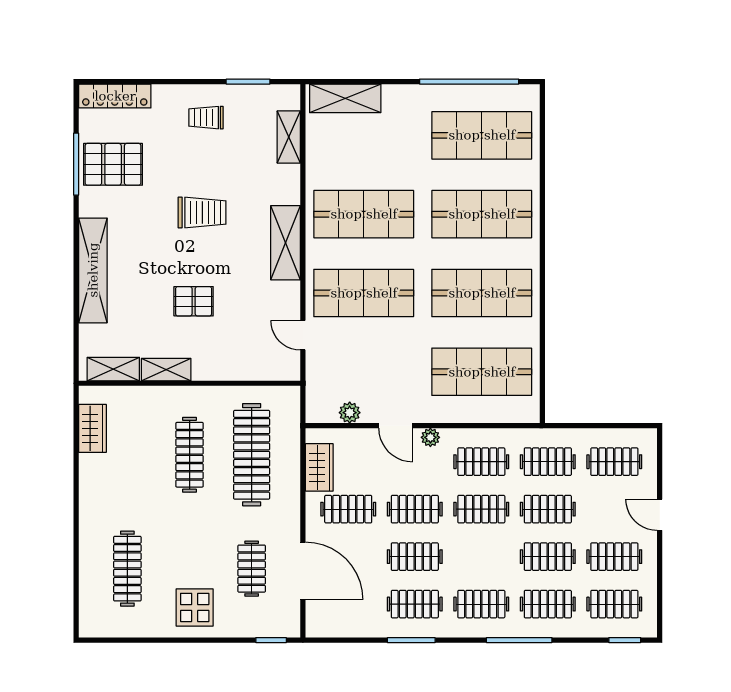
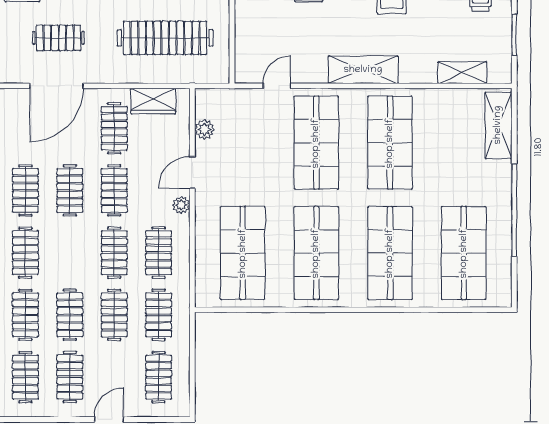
window: (469, 82) -> (514, 210), moved

